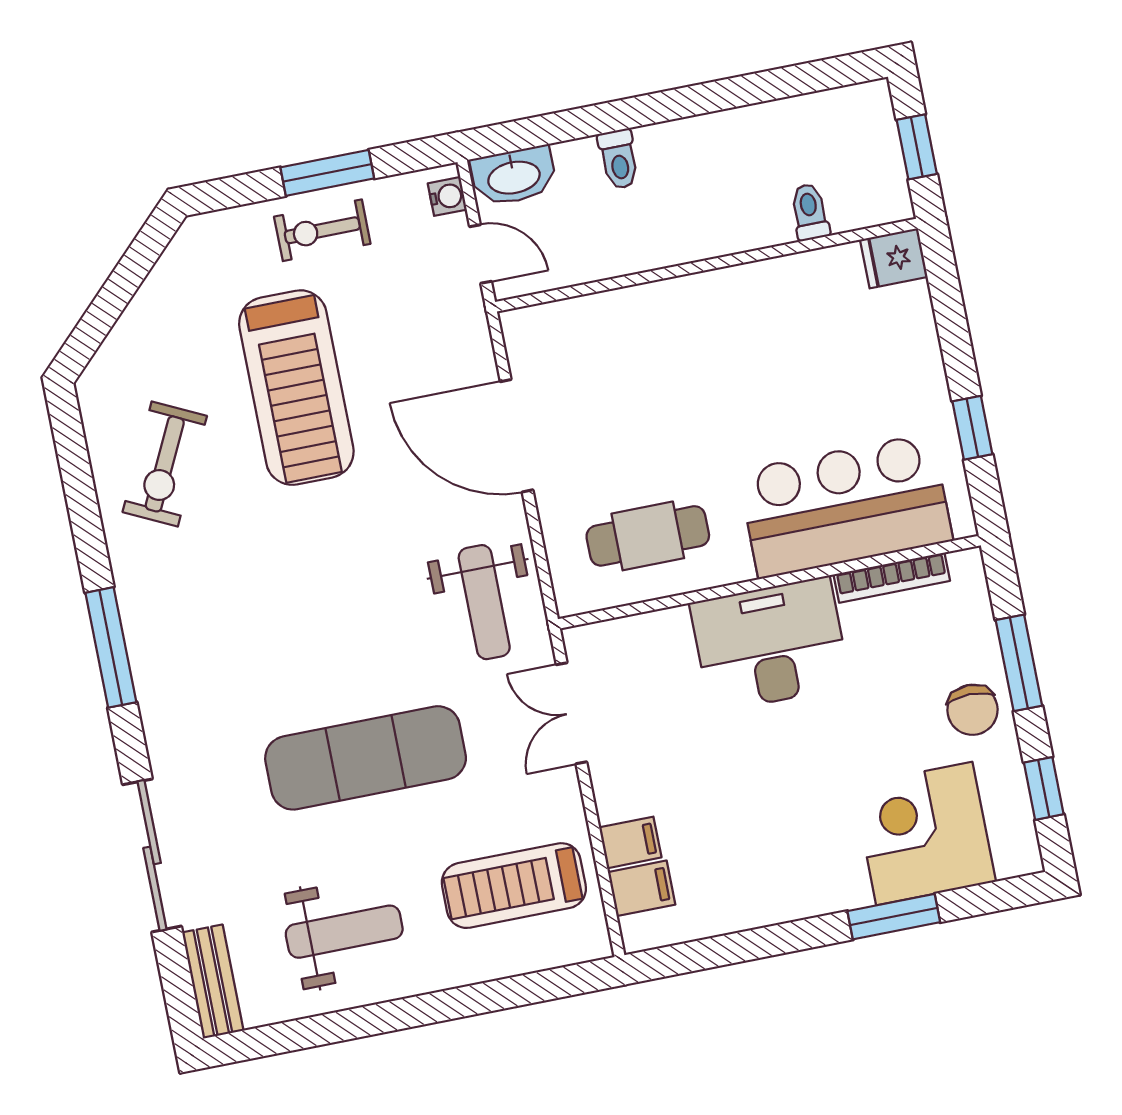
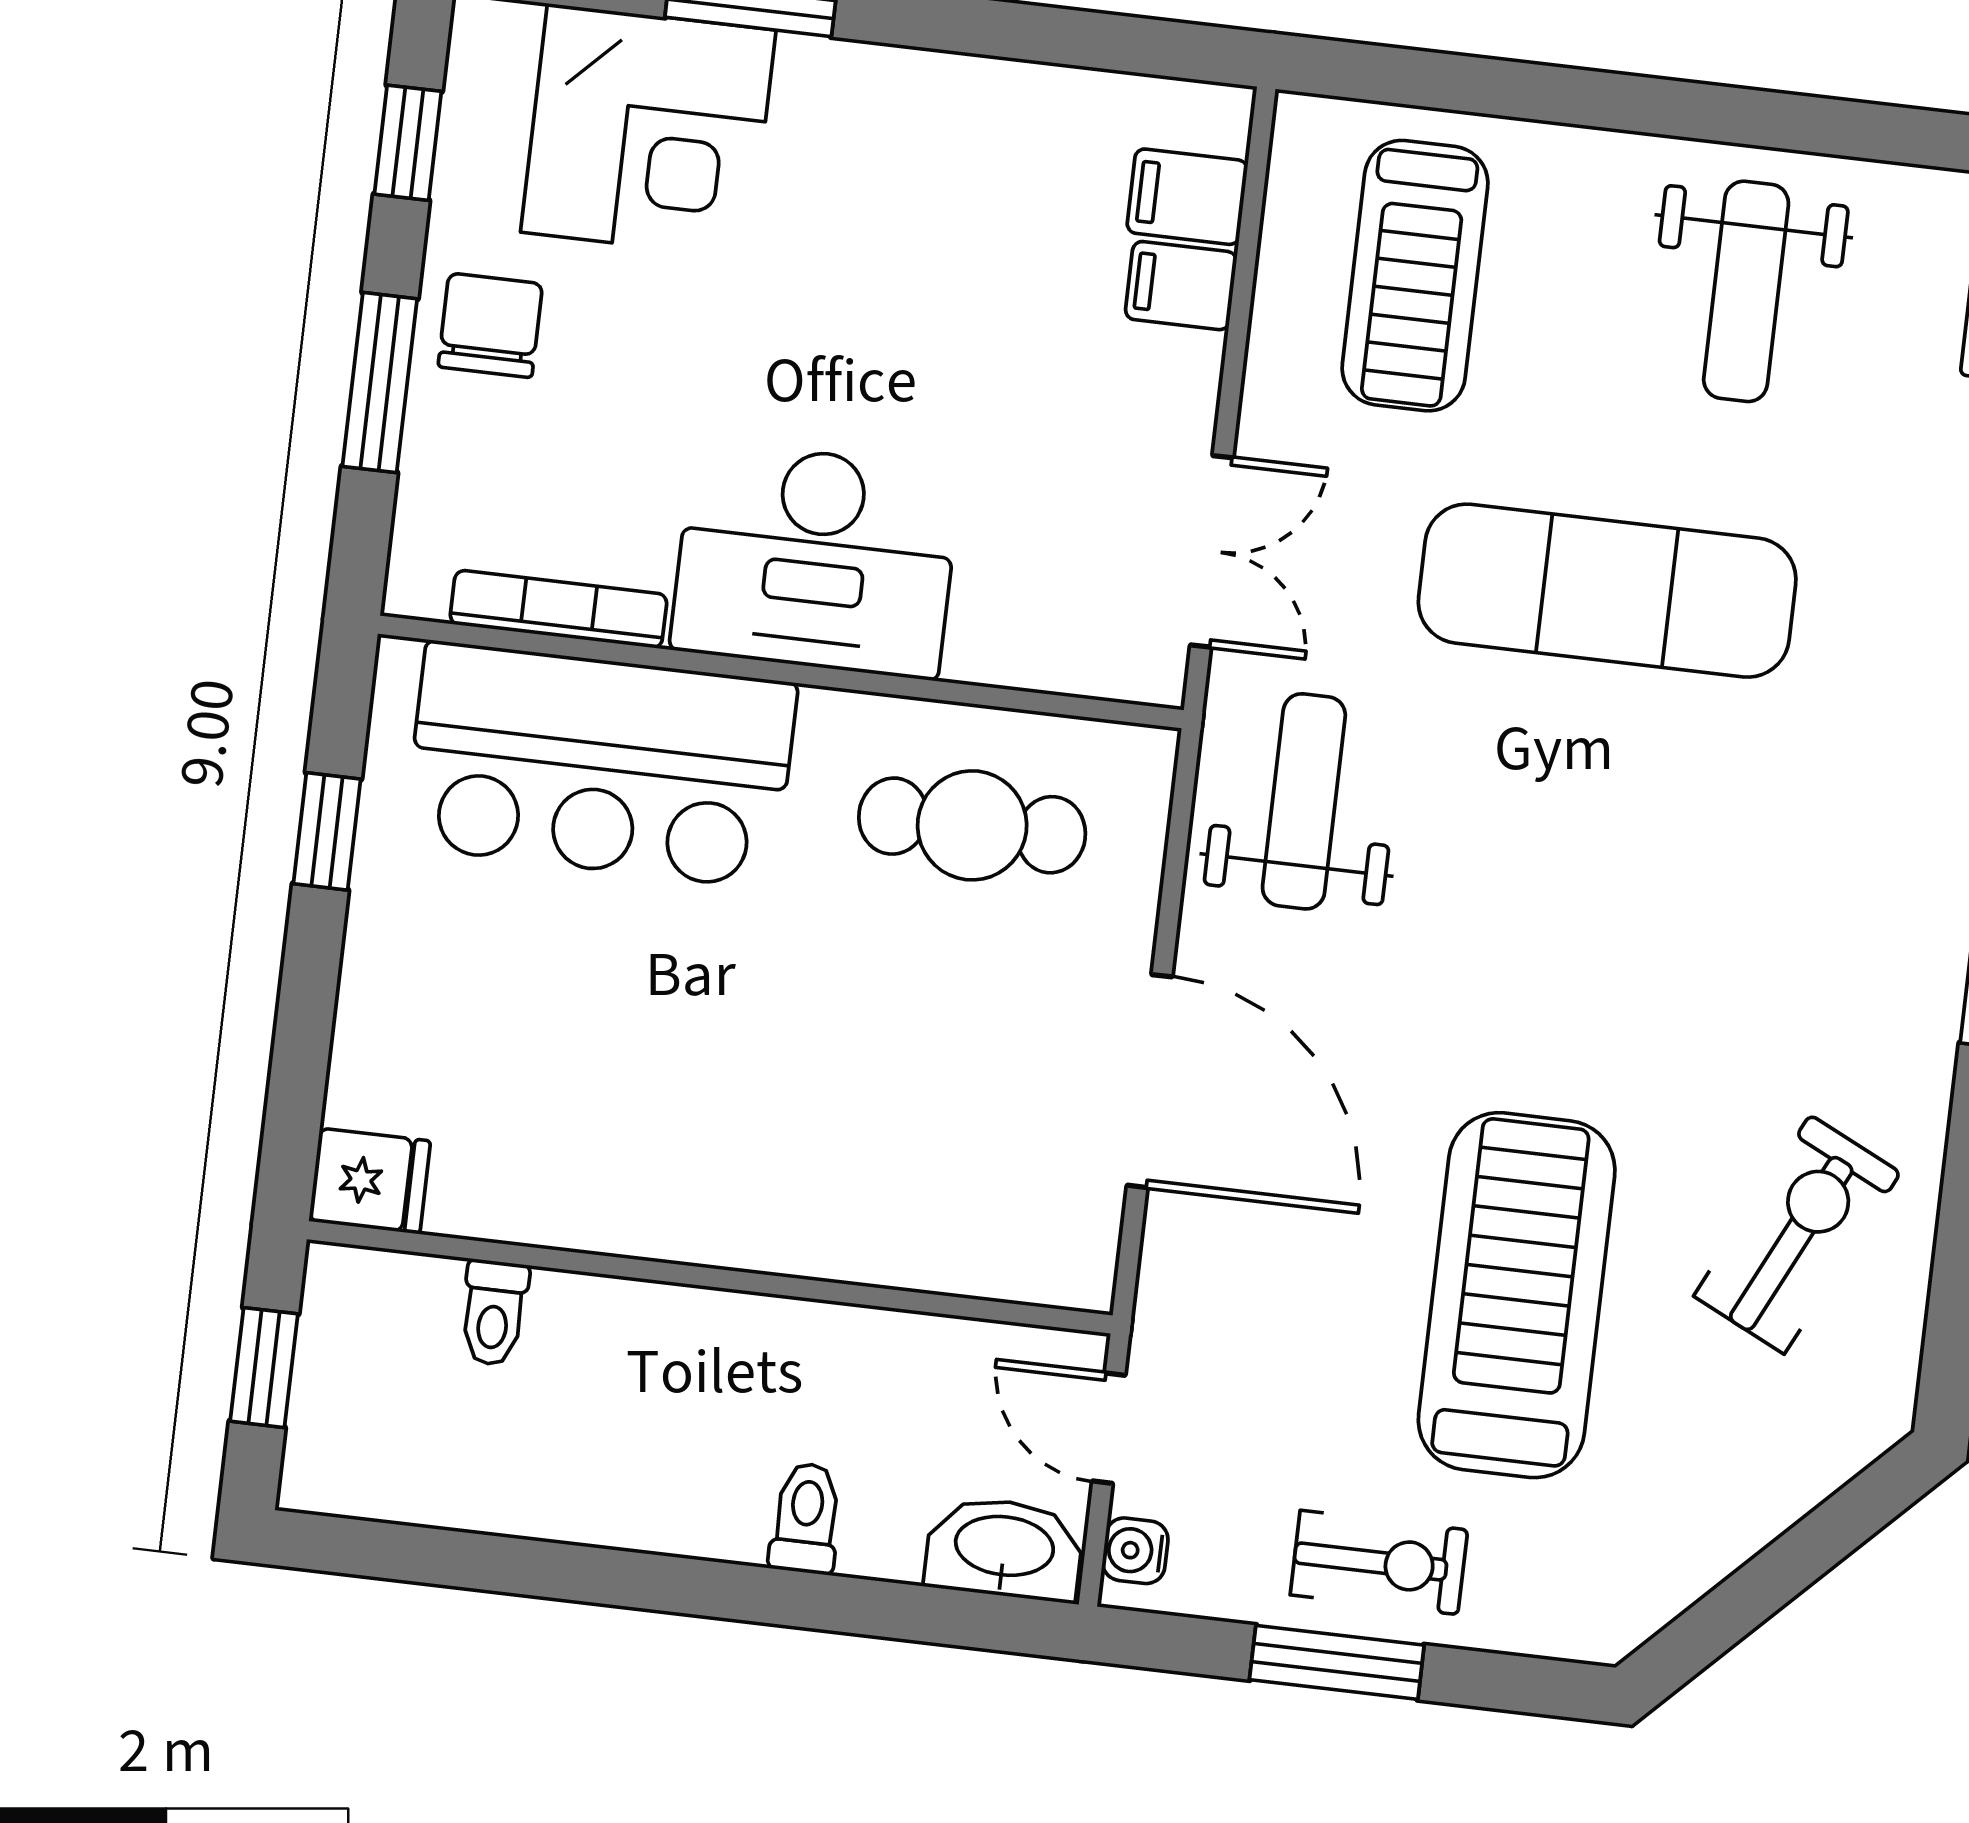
treadmill: (514, 886) -> (1415, 276), turned 90
weight bench: (344, 932) -> (1746, 291), turned -90

